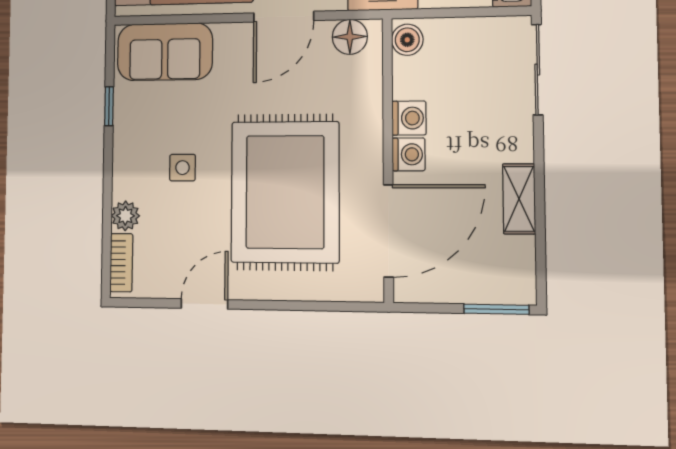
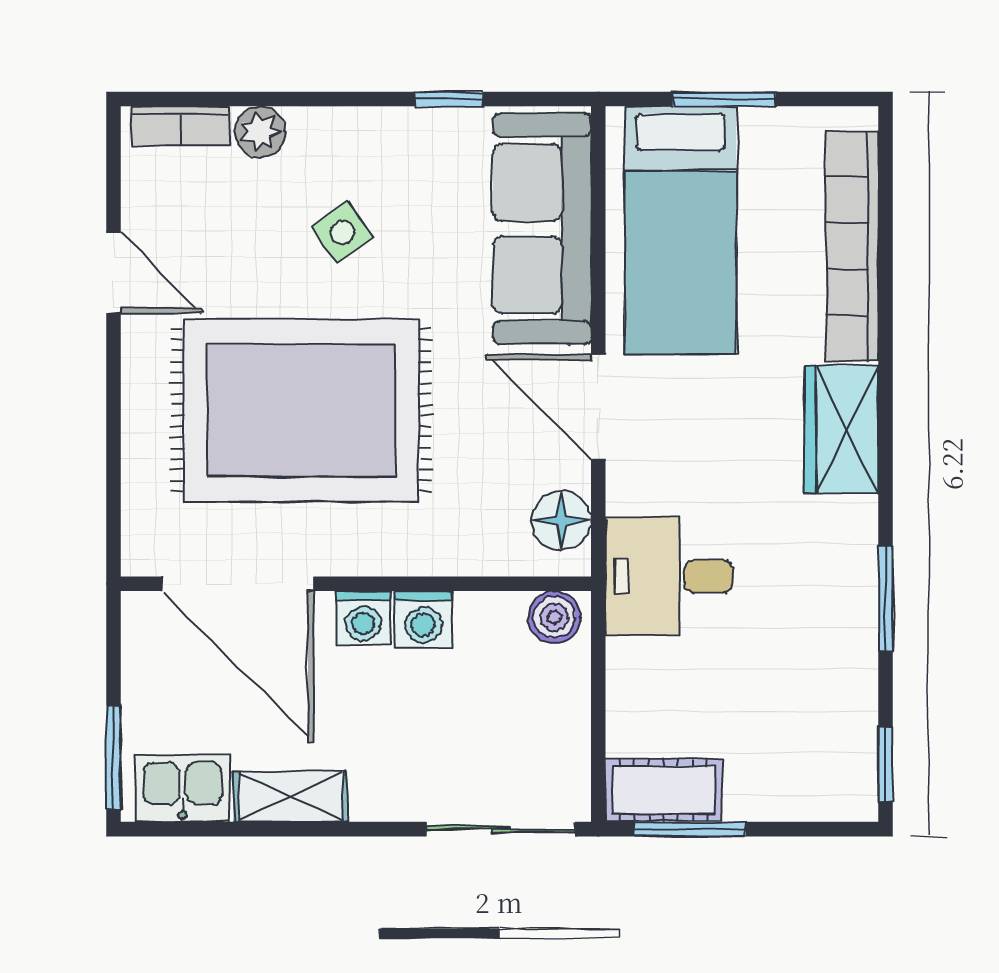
sofa: (165, 52) -> (542, 229), width x1.36
side table: (182, 168) -> (342, 232), turned -36
kitchen sink: (515, 266) -> (182, 788), added

